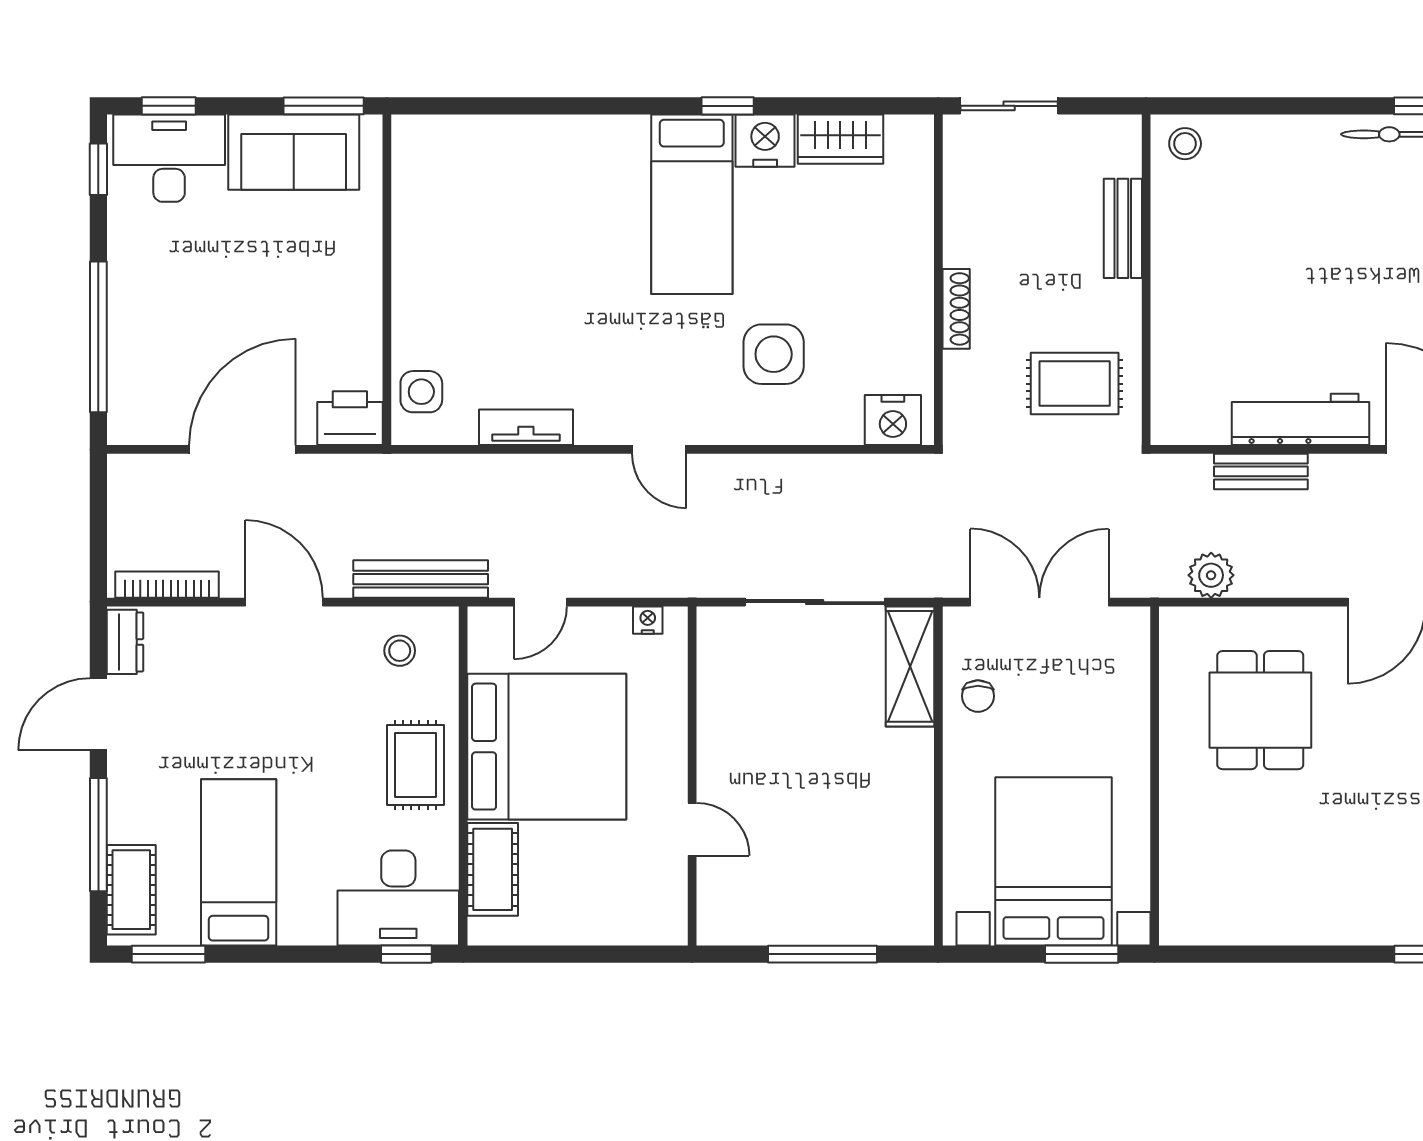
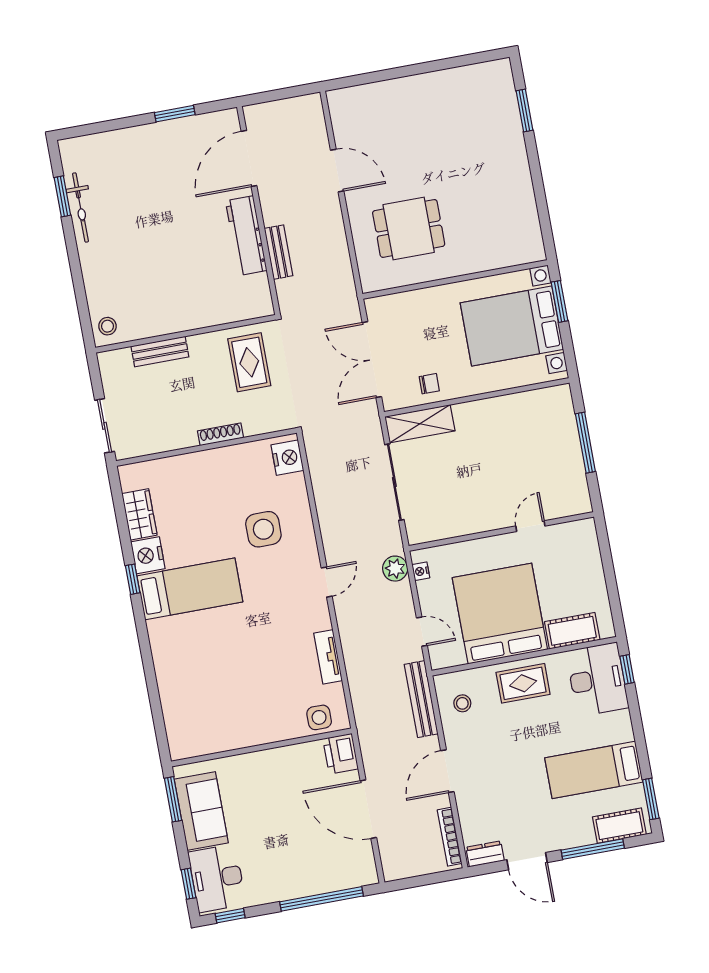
plant: (1211, 575) -> (395, 569), moved

